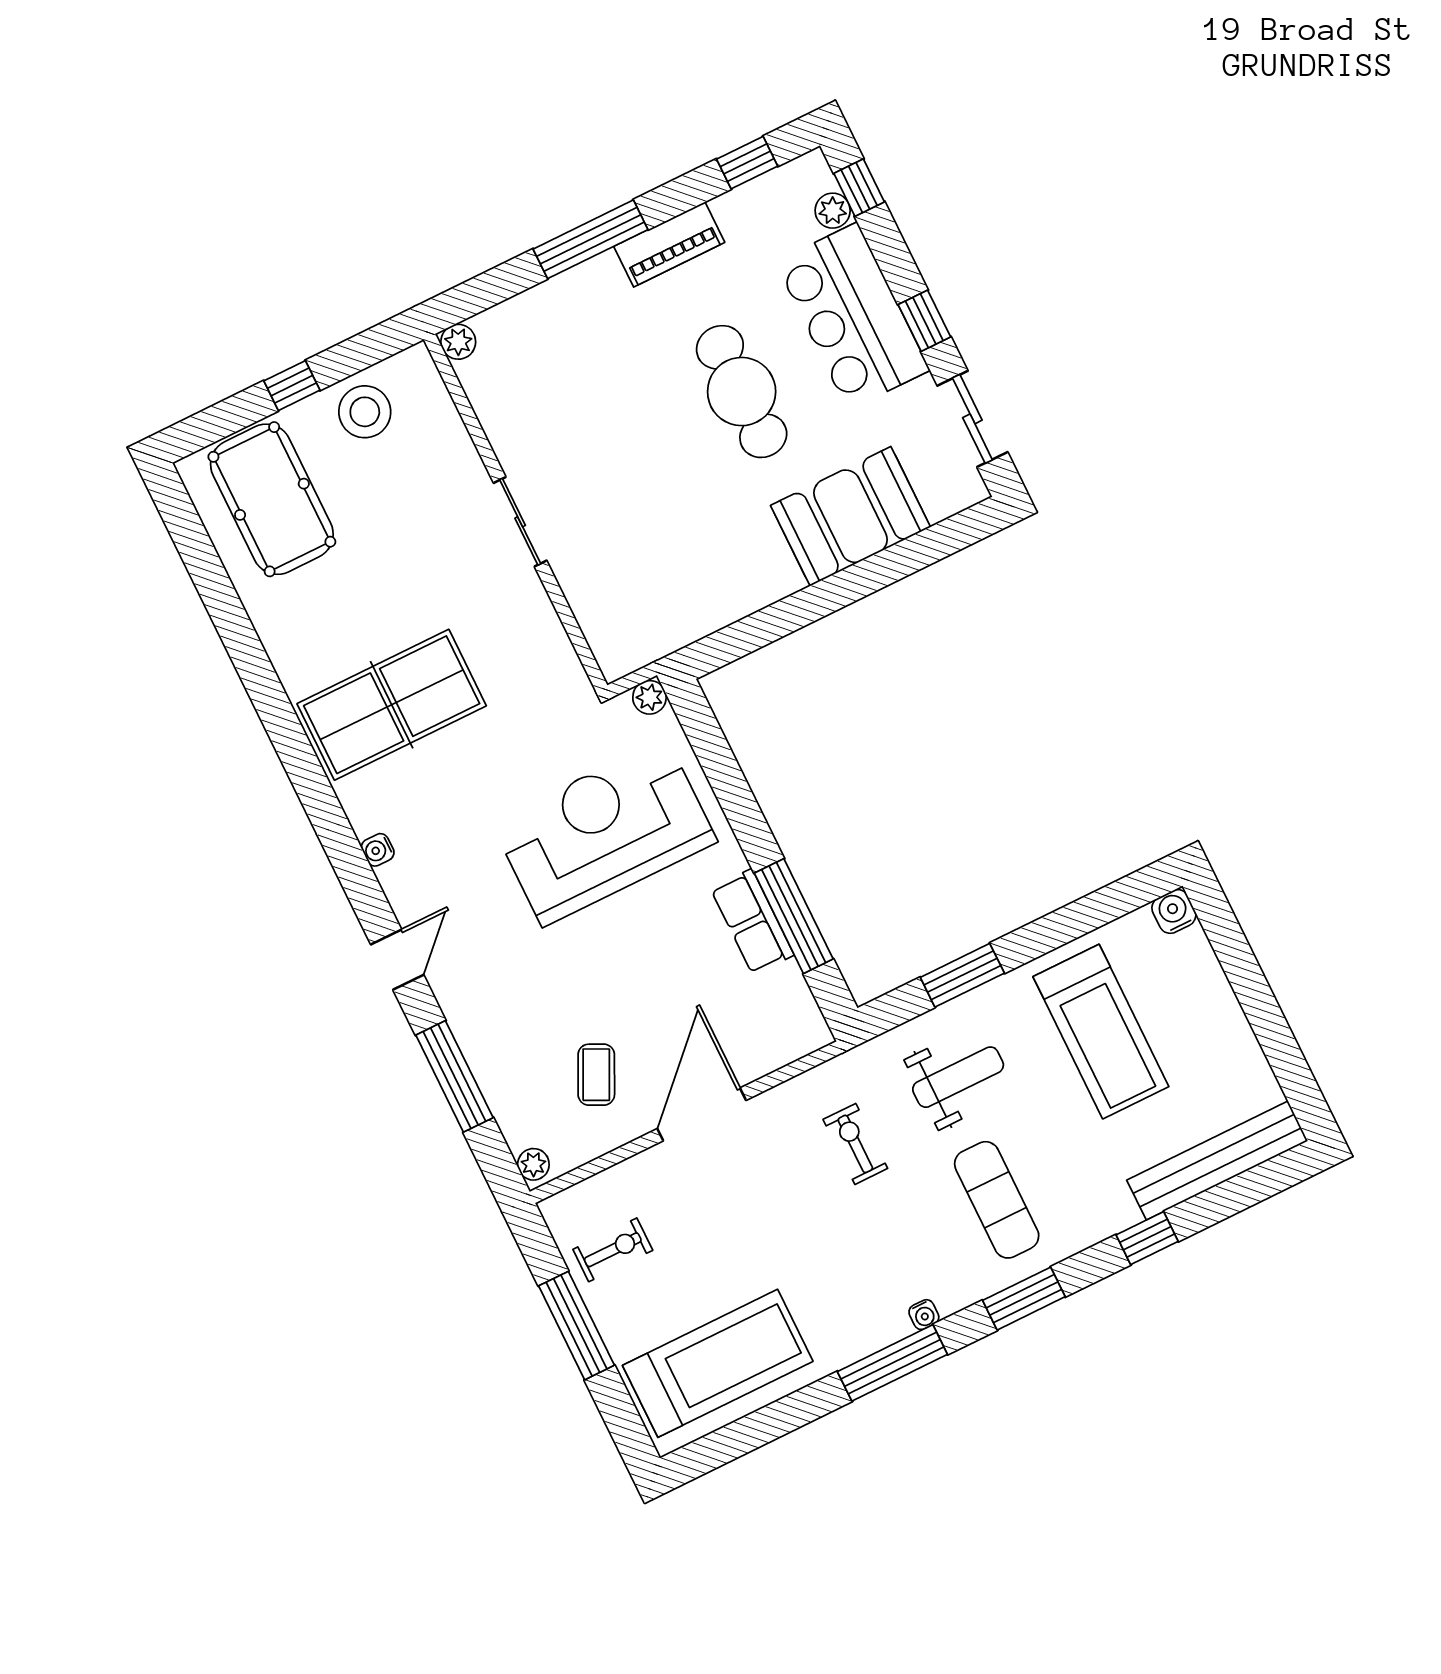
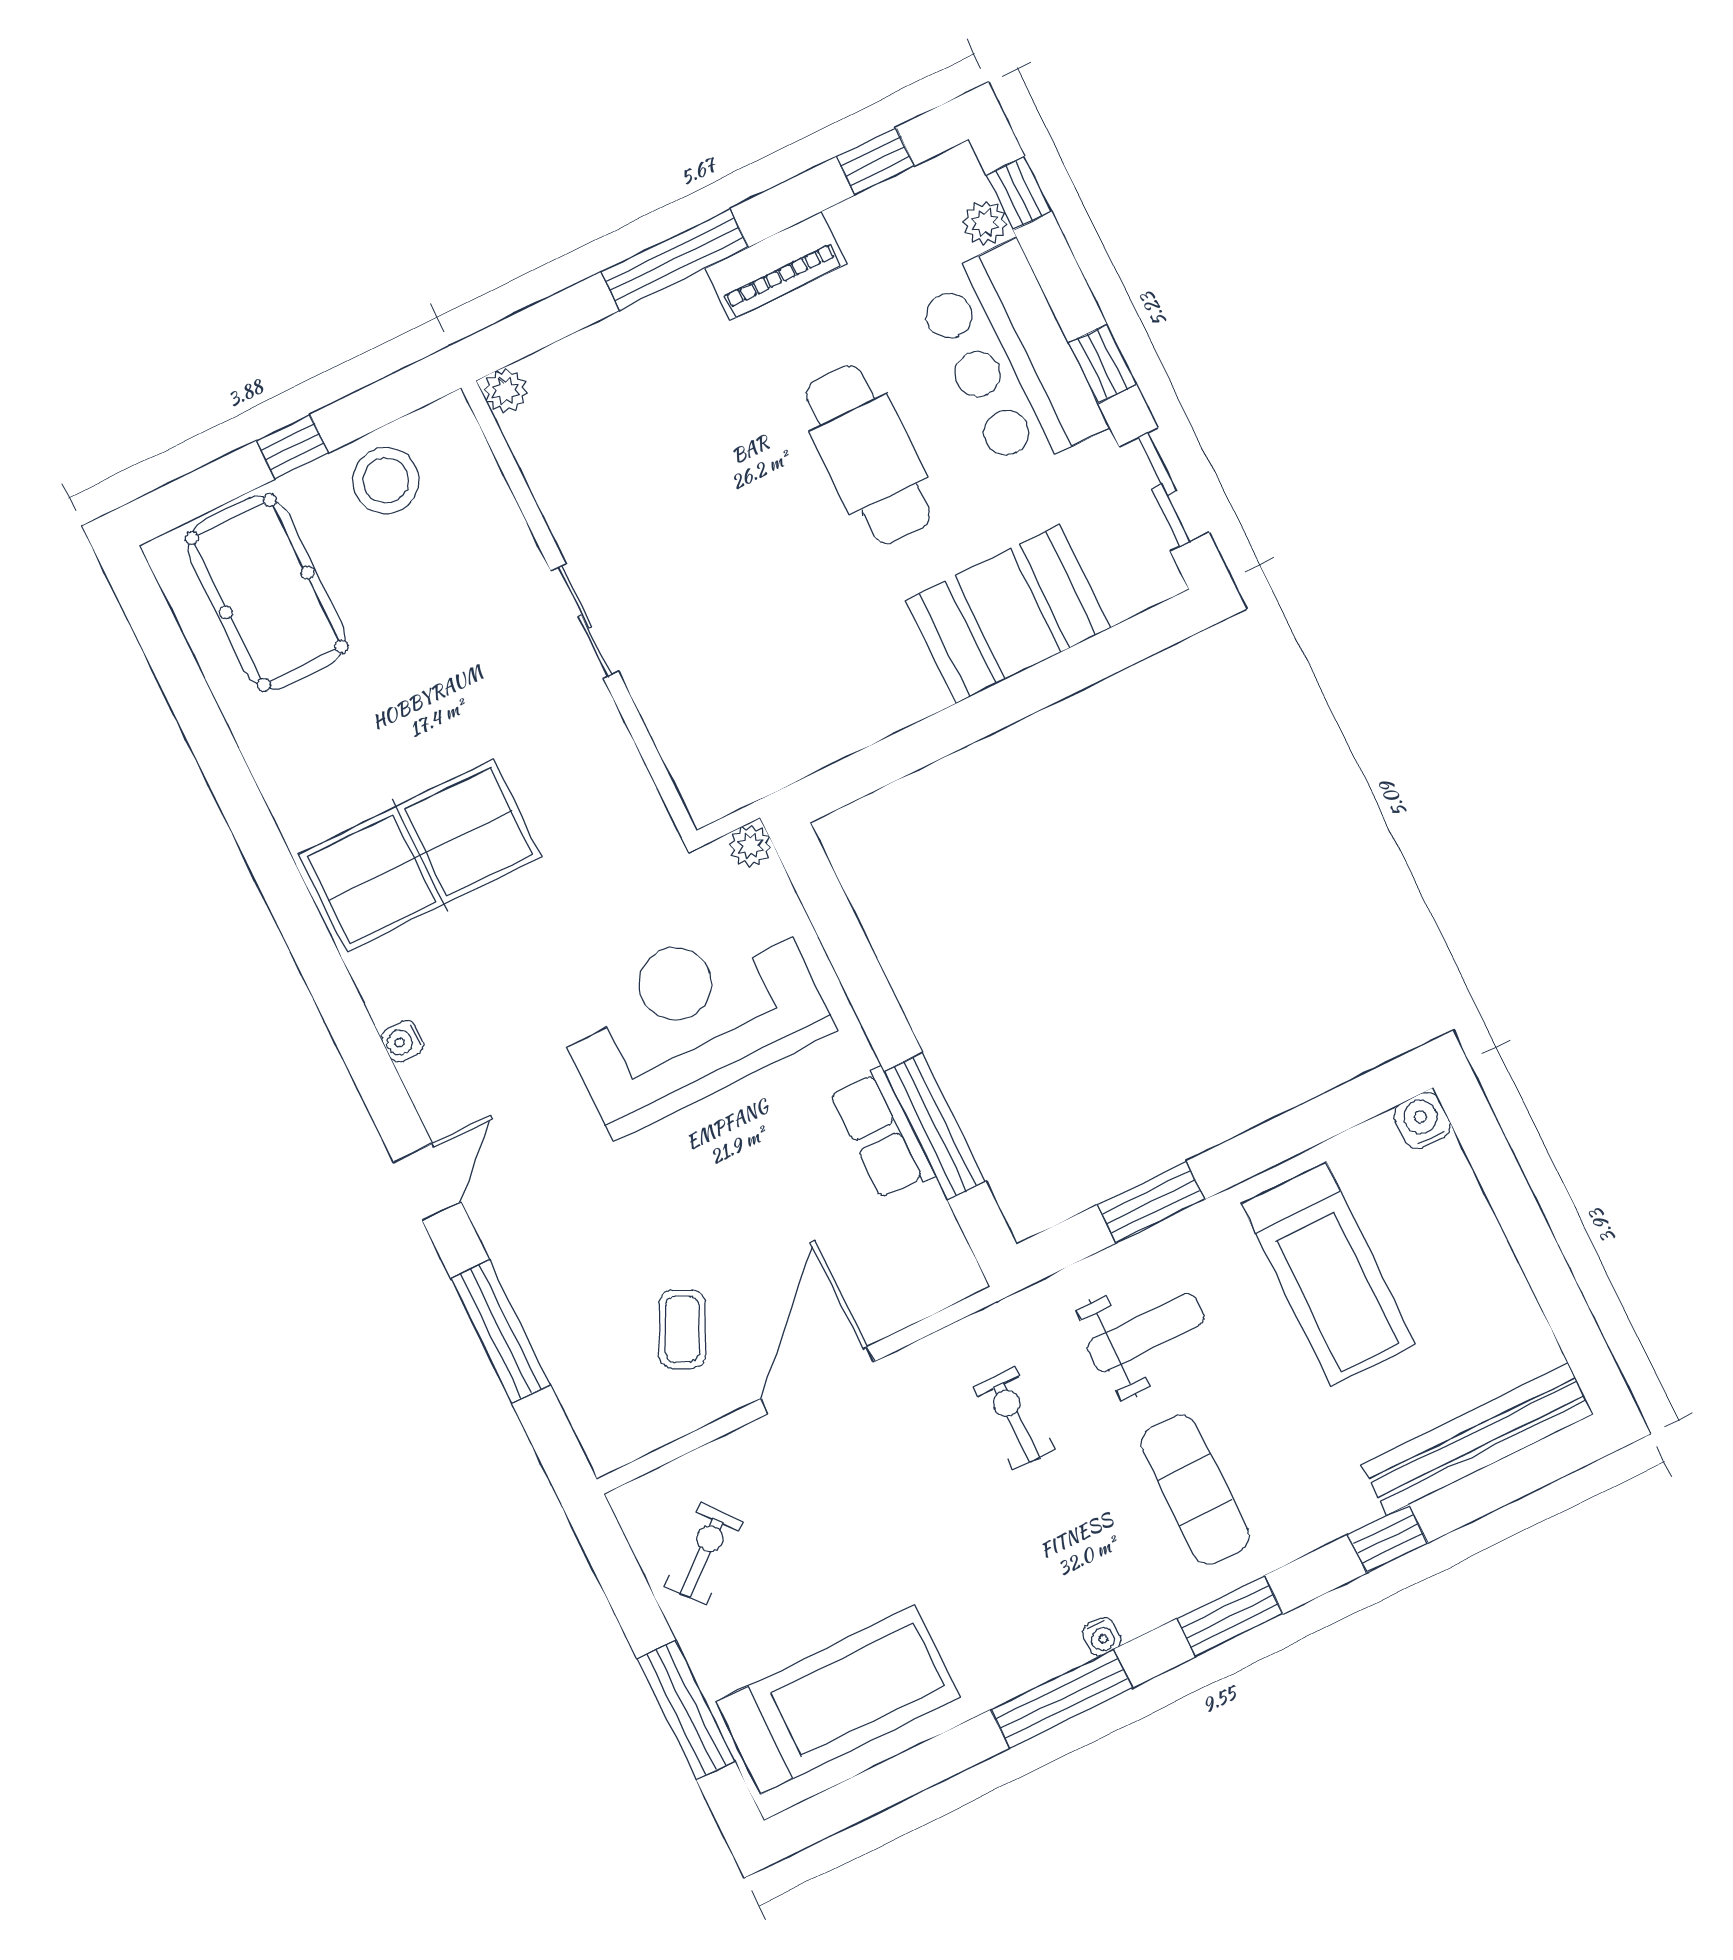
plant: (533, 1164) -> (602, 1444), removed
exercise bike: (613, 1250) -> (703, 1554), turned -40
window: (577, 1326) -> (686, 1710), moved

